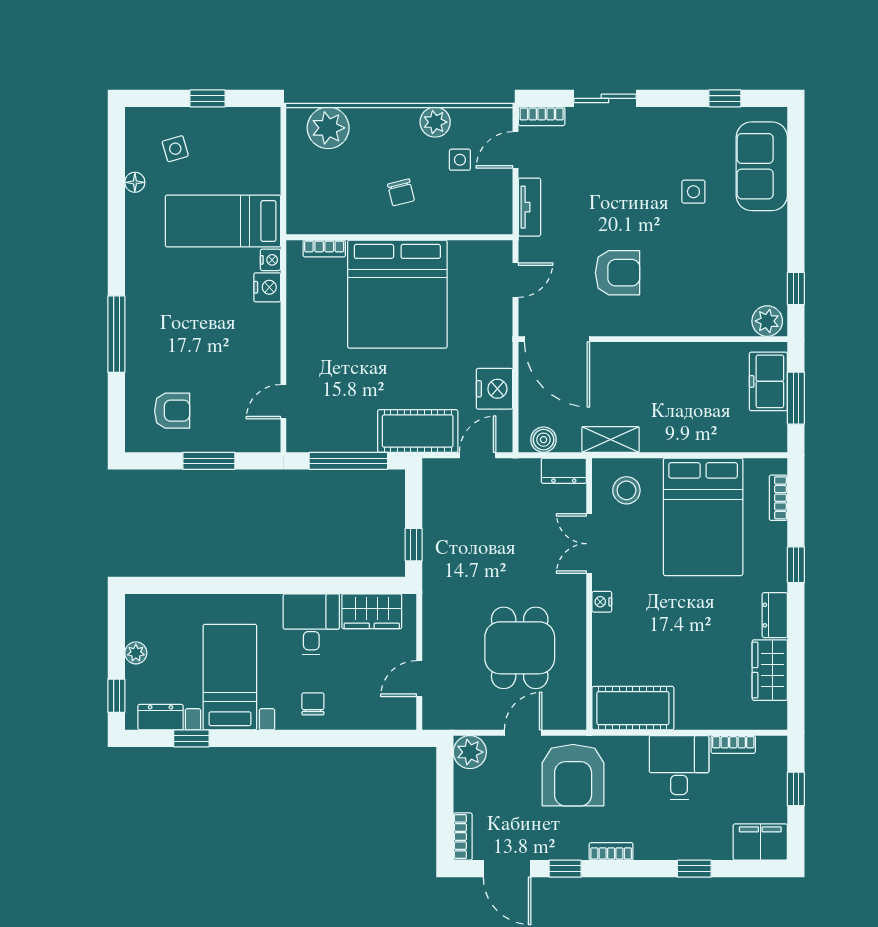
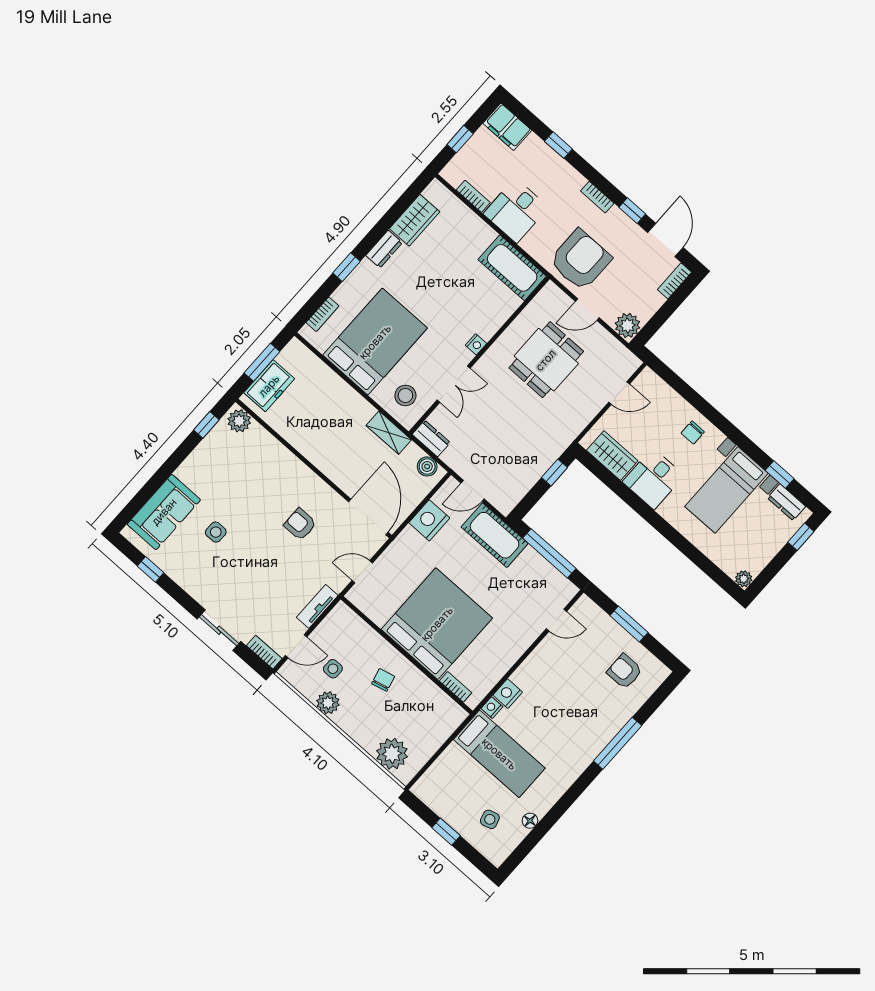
armchair: (618, 273) -> (300, 524), width x0.72, depth x0.72
plant: (136, 653) -> (744, 579), moved

